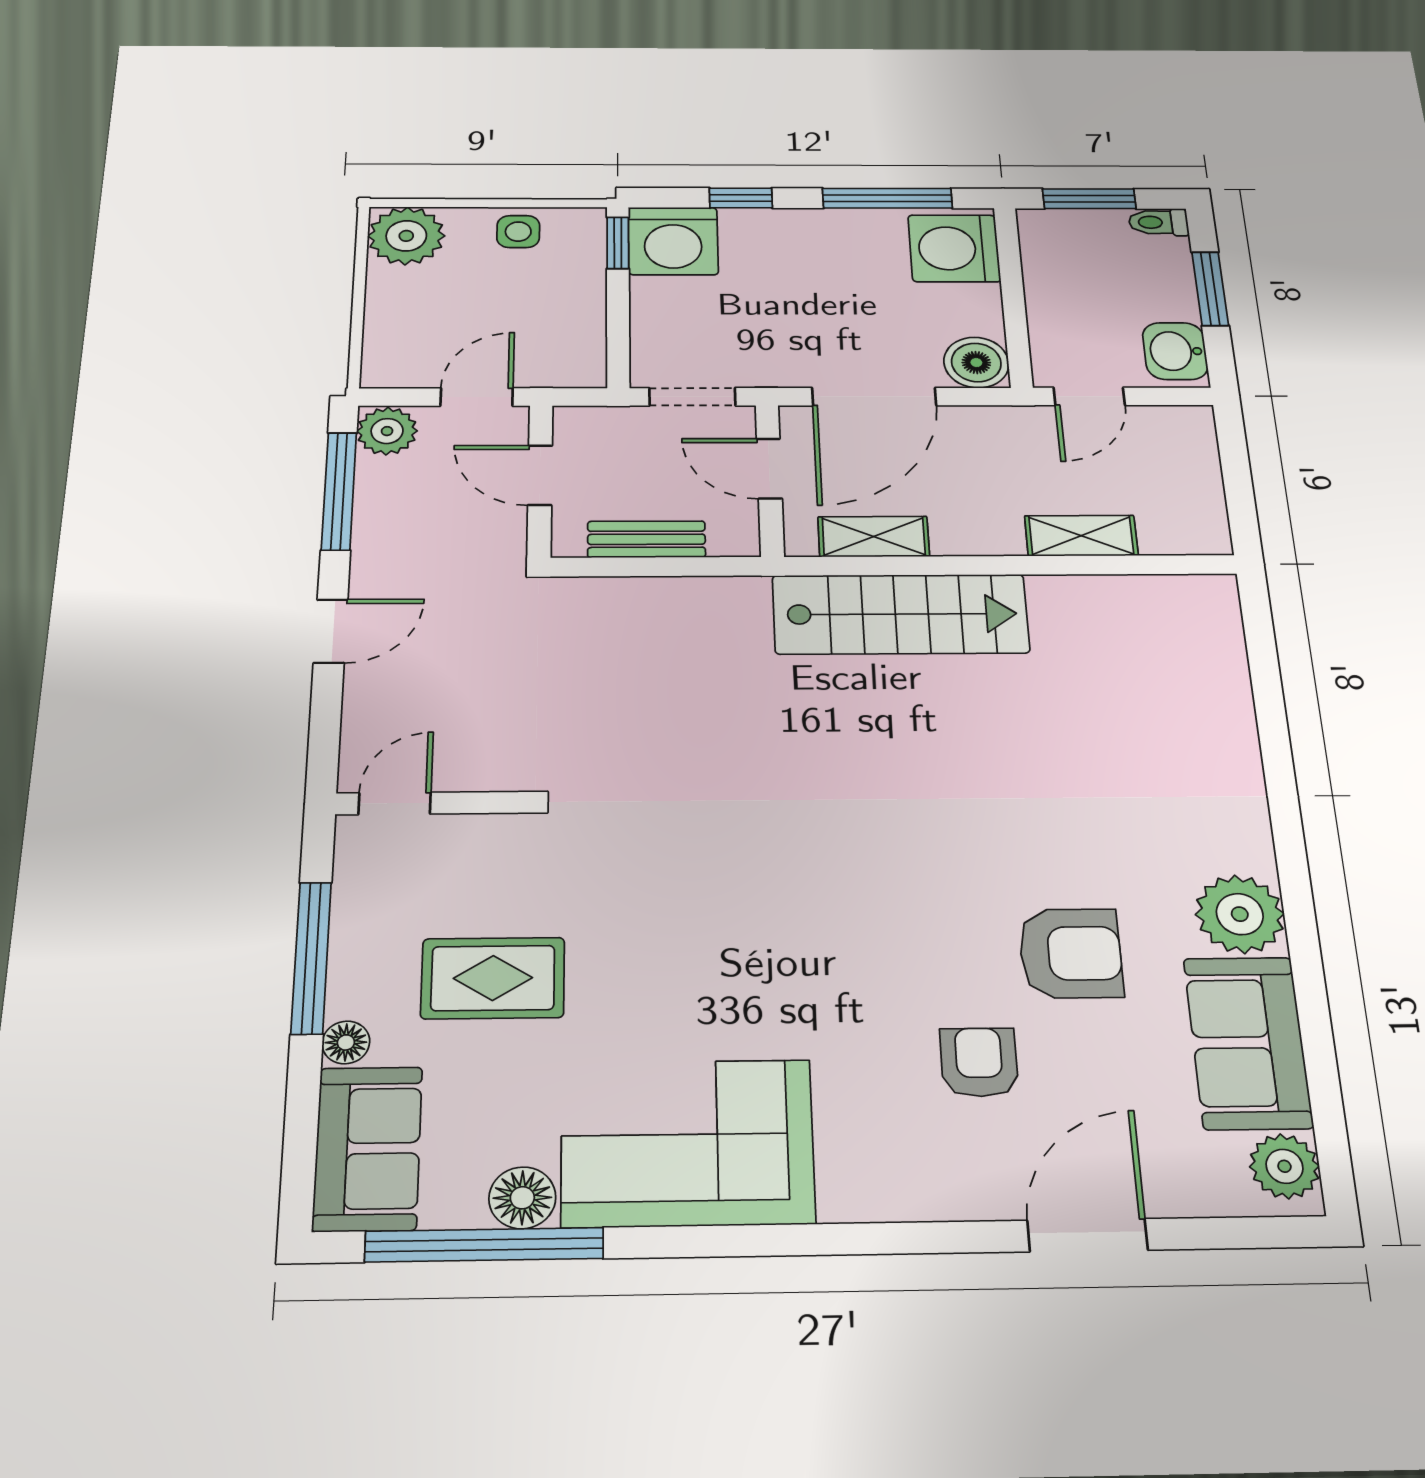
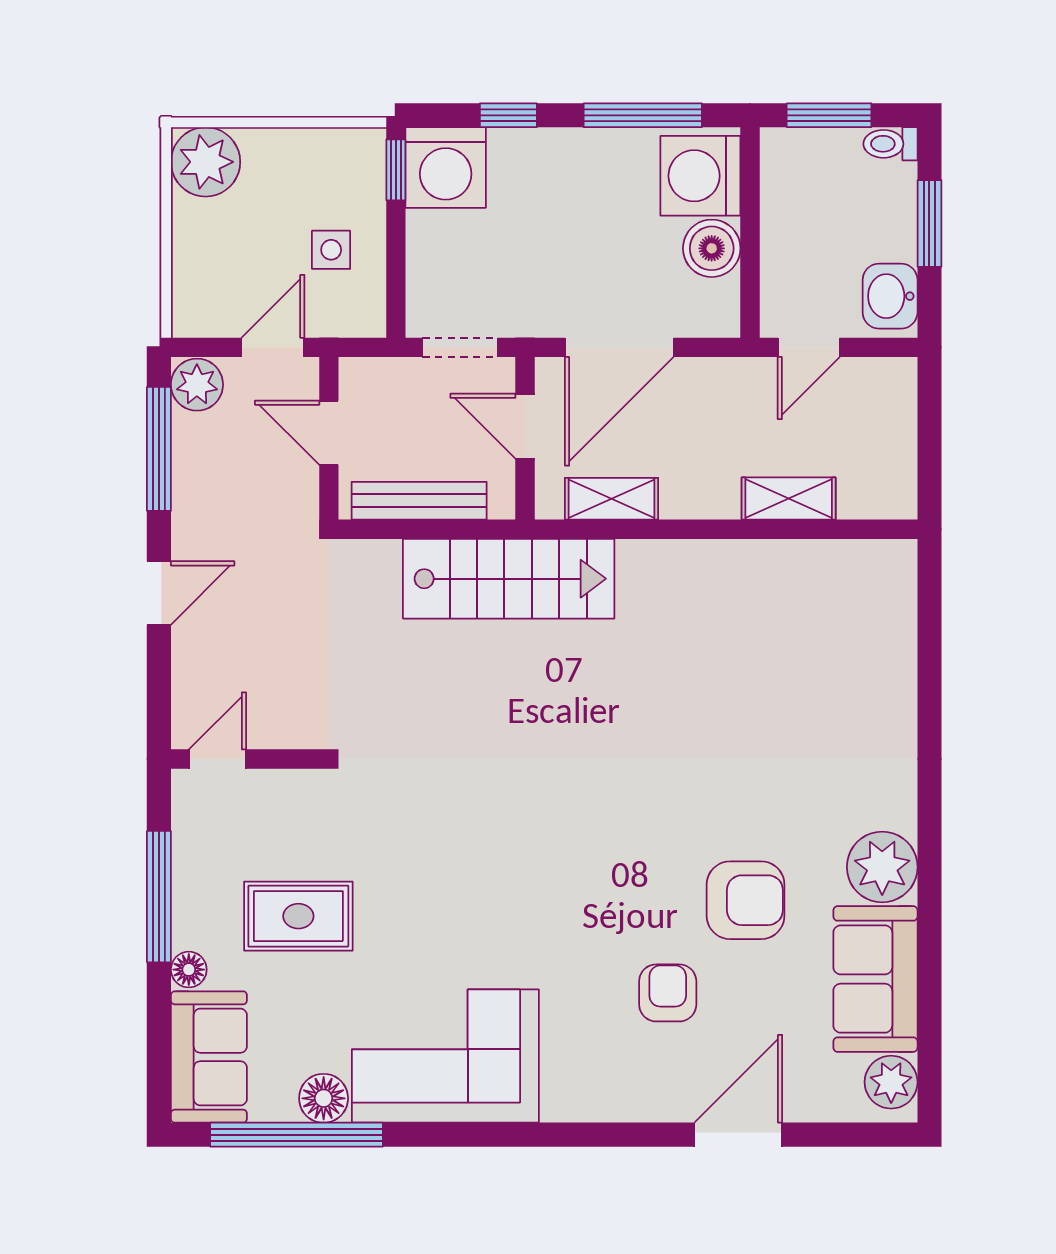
side table: (518, 232) -> (331, 250), moved
boiler: (976, 363) -> (712, 248), moved
bench: (646, 539) -> (419, 501), width x1.36
stairs: (901, 614) -> (509, 579), moved

